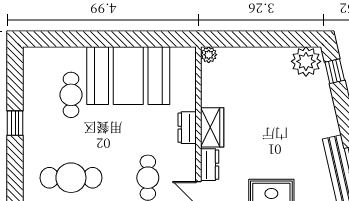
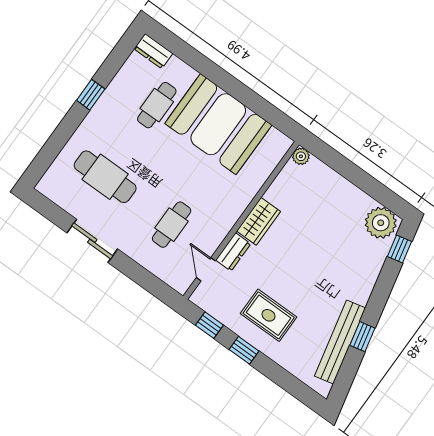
dresser: (187, 128) -> (153, 51), moved, turned -90

